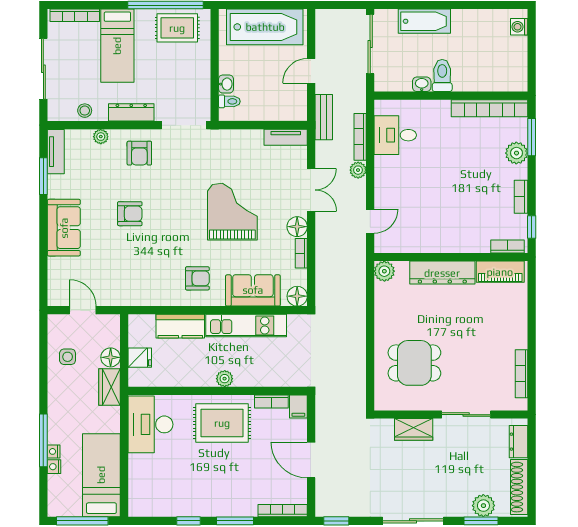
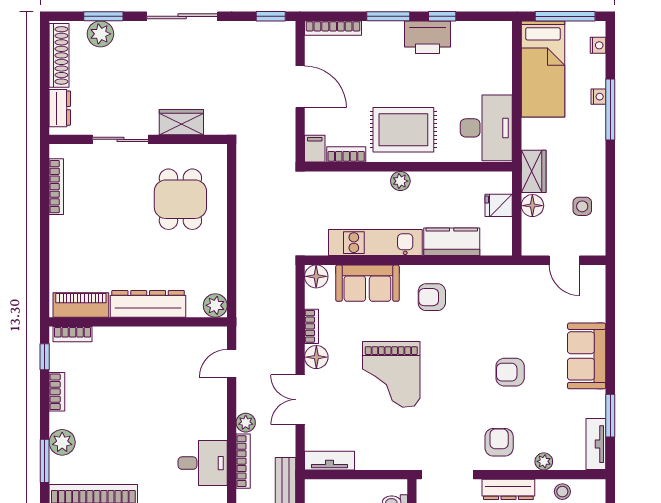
dining table: (414, 363) -> (180, 199), turned 90
nightstand: (54, 467) -> (598, 45), moved
printer: (201, 503) -> (428, 37), added

